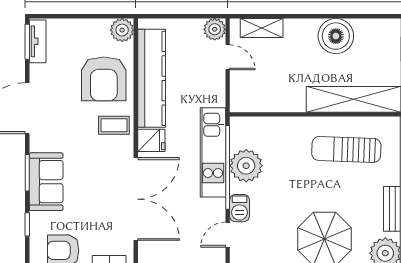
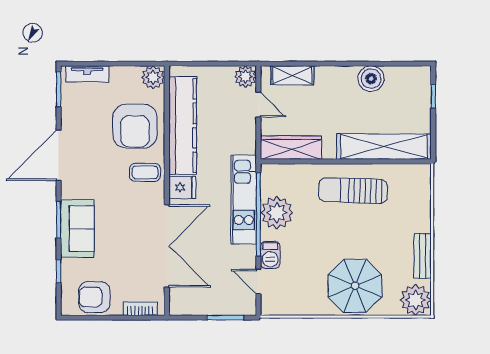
boiler: (336, 36) -> (371, 79), width x0.73, depth x0.73
tv unit: (38, 41) -> (87, 74), moved, turned 90
wardrobe: (260, 100) -> (291, 148), added
sun lounger: (346, 149) -> (353, 191), moved
door: (228, 235) -> (258, 282), hinge flipped

